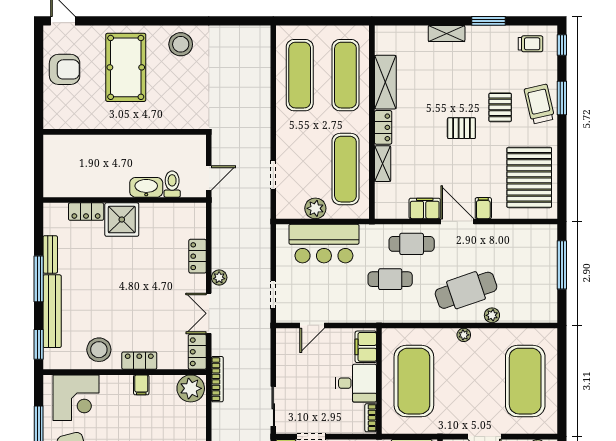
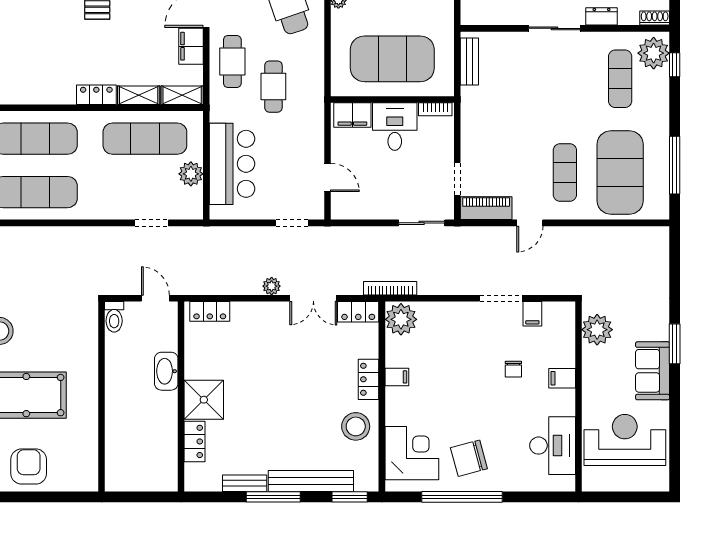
shelving: (385, 82) -> (182, 95), moved, width x0.67, depth x0.75
toilet: (172, 184) -> (114, 317), moved, turned -90
locker: (198, 256) -> (210, 311), moved

